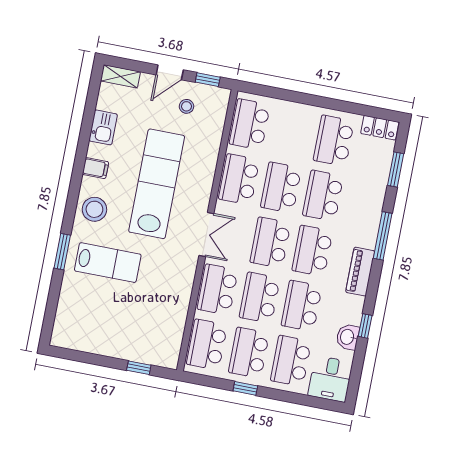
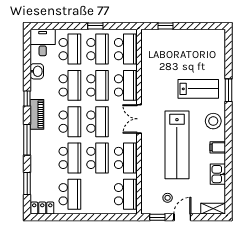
lab bench: (108, 263) -> (198, 89), turned 180
window: (365, 326) -> (27, 99), moved

